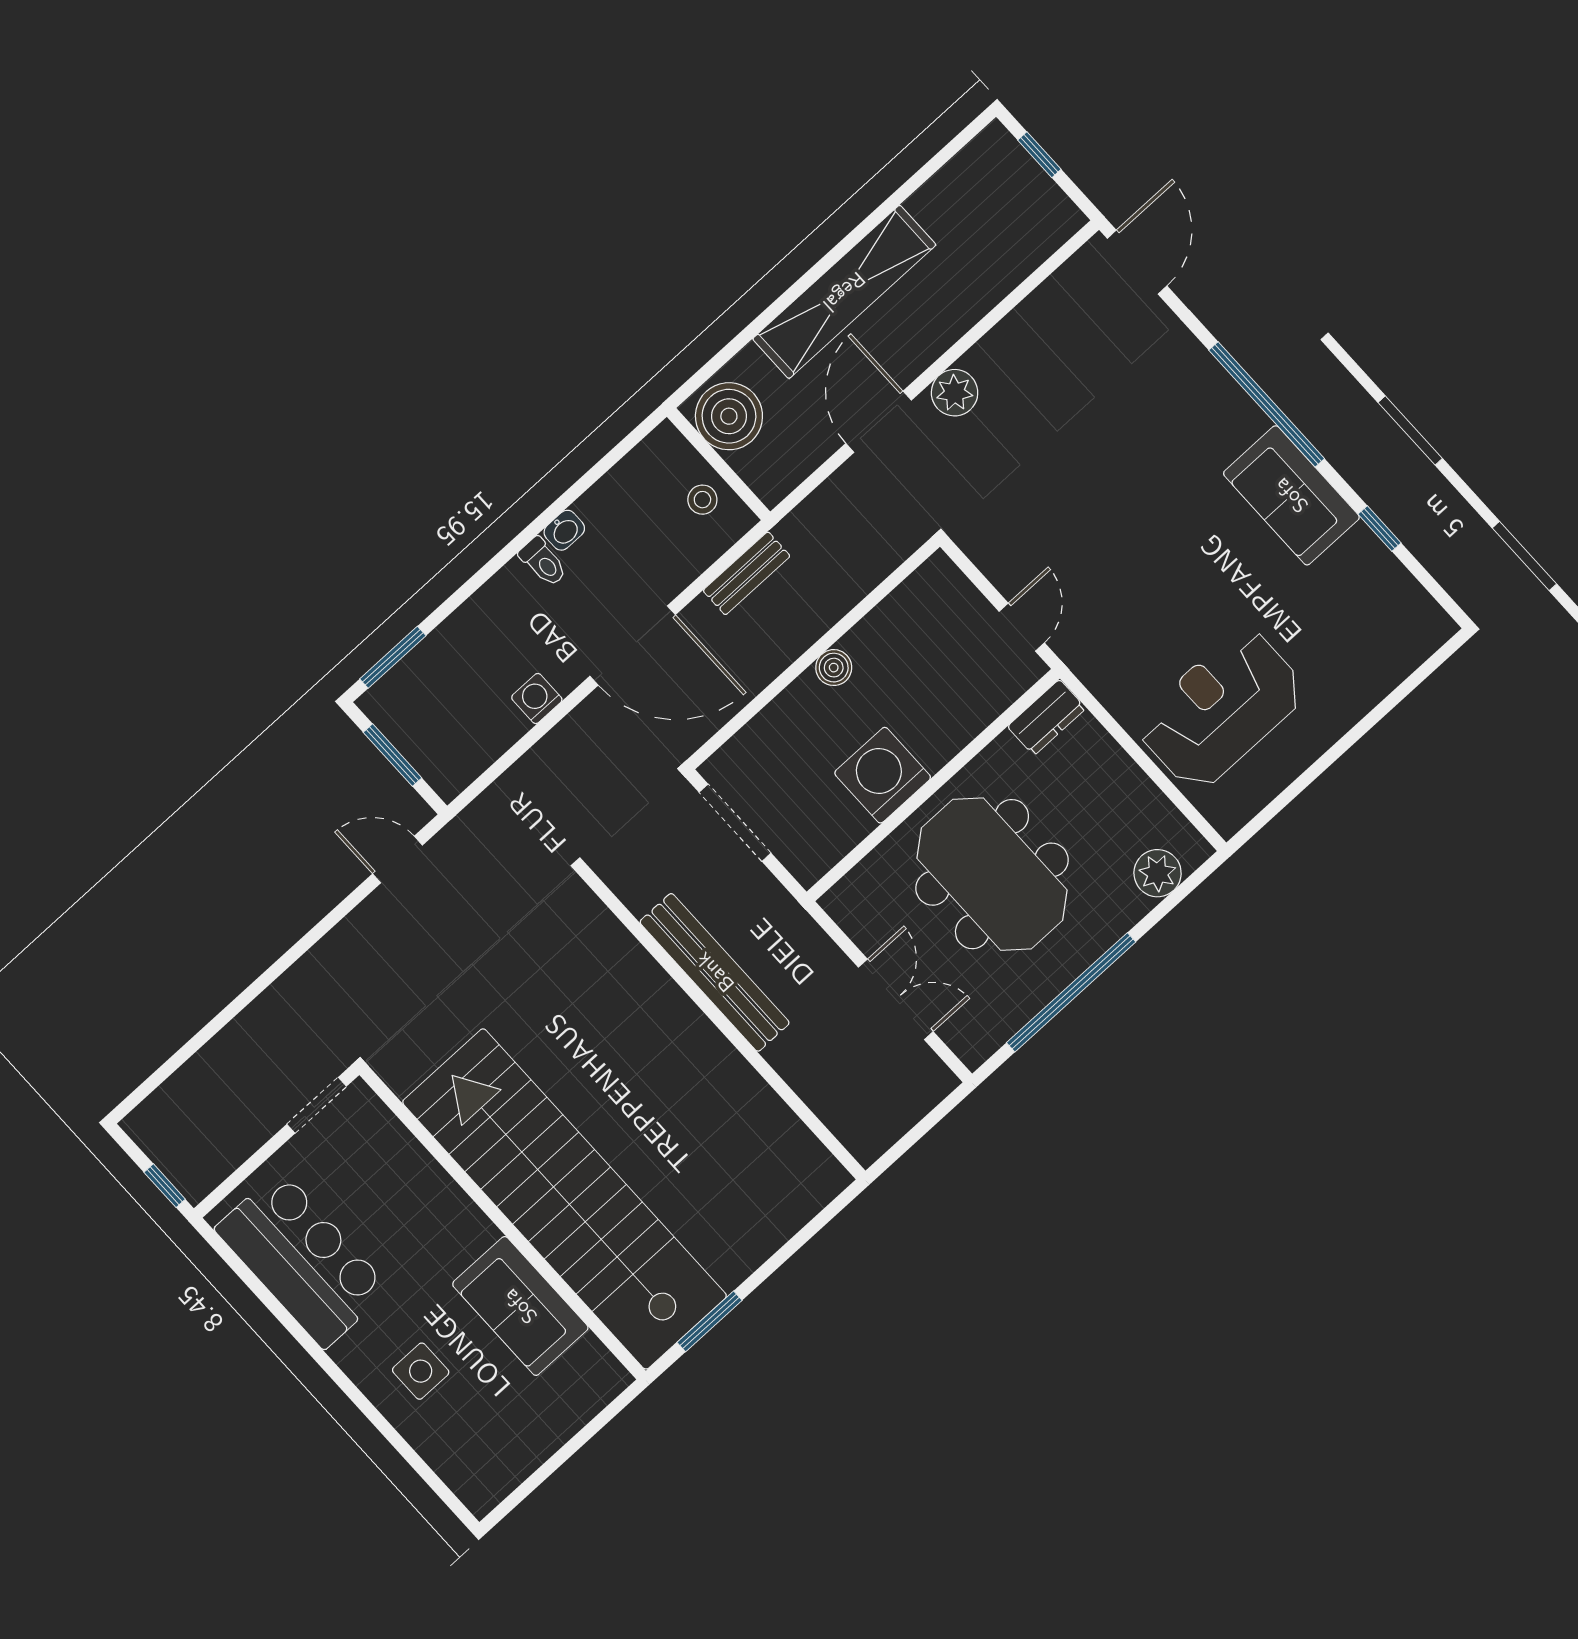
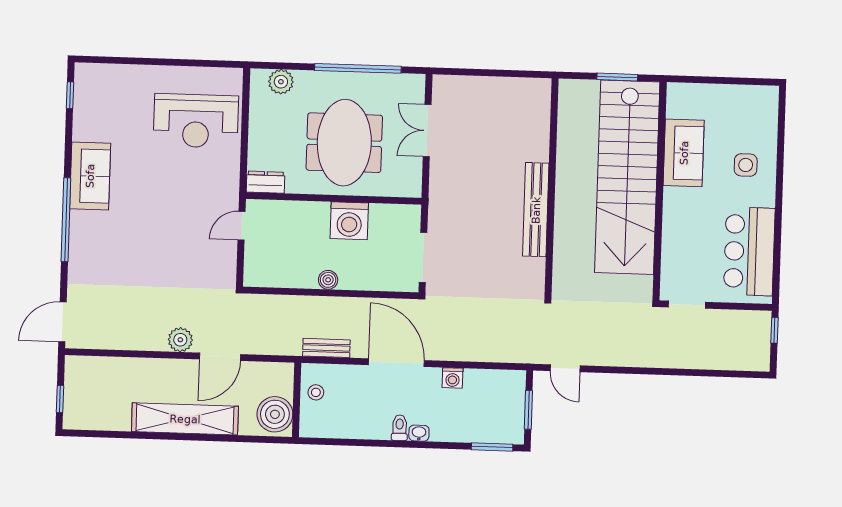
window: (1380, 529) -> (70, 95), moved
washbasin: (564, 530) -> (419, 433), moved
bench: (715, 972) -> (536, 210), moved
wall: (722, 1023) -> (552, 187), moved

